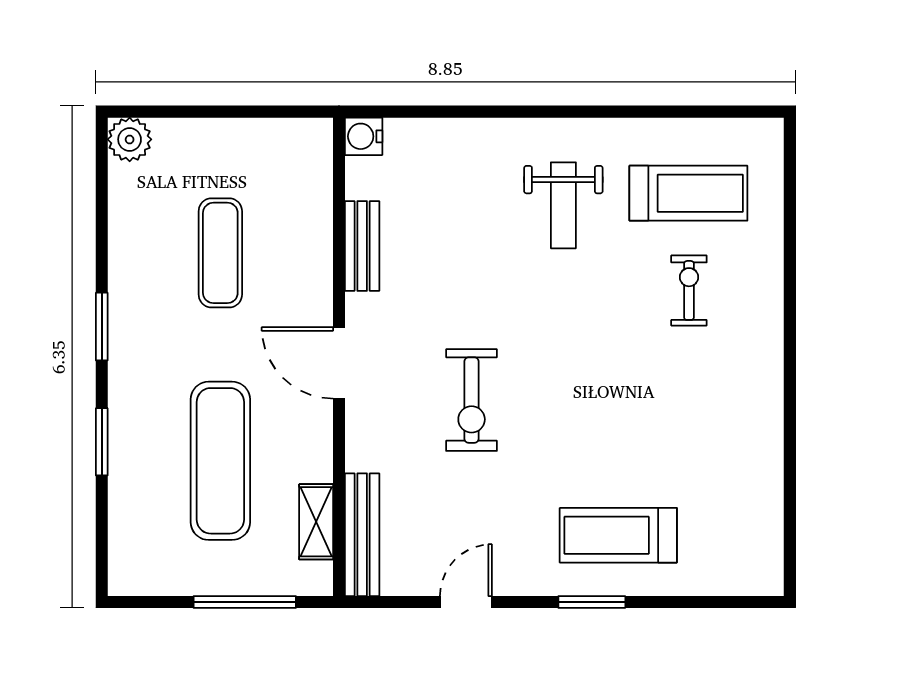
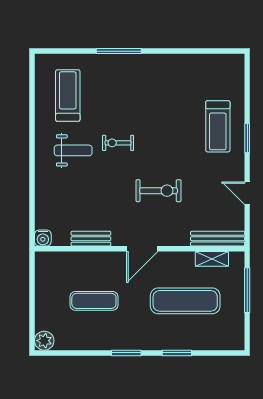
exercise bike: (689, 290) -> (118, 143), moved
window: (790, 309) -> (119, 51), added

